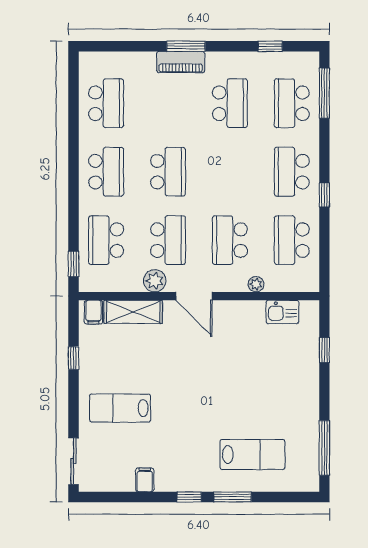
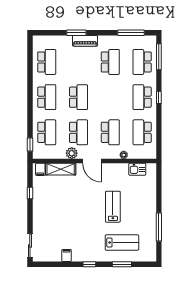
window: (186, 46) -> (76, 33), moved
window: (270, 46) -> (131, 33), width x2.17
window: (324, 195) -> (159, 97), moved
school desk: (106, 240) -> (47, 132), turned 180
school desk: (230, 240) -> (110, 132), turned 180
window: (324, 350) -> (159, 189), removed
lab bench: (120, 408) -> (113, 207), moved, turned 90
window: (324, 448) -> (159, 227), moved
window: (233, 497) -> (122, 264), moved

